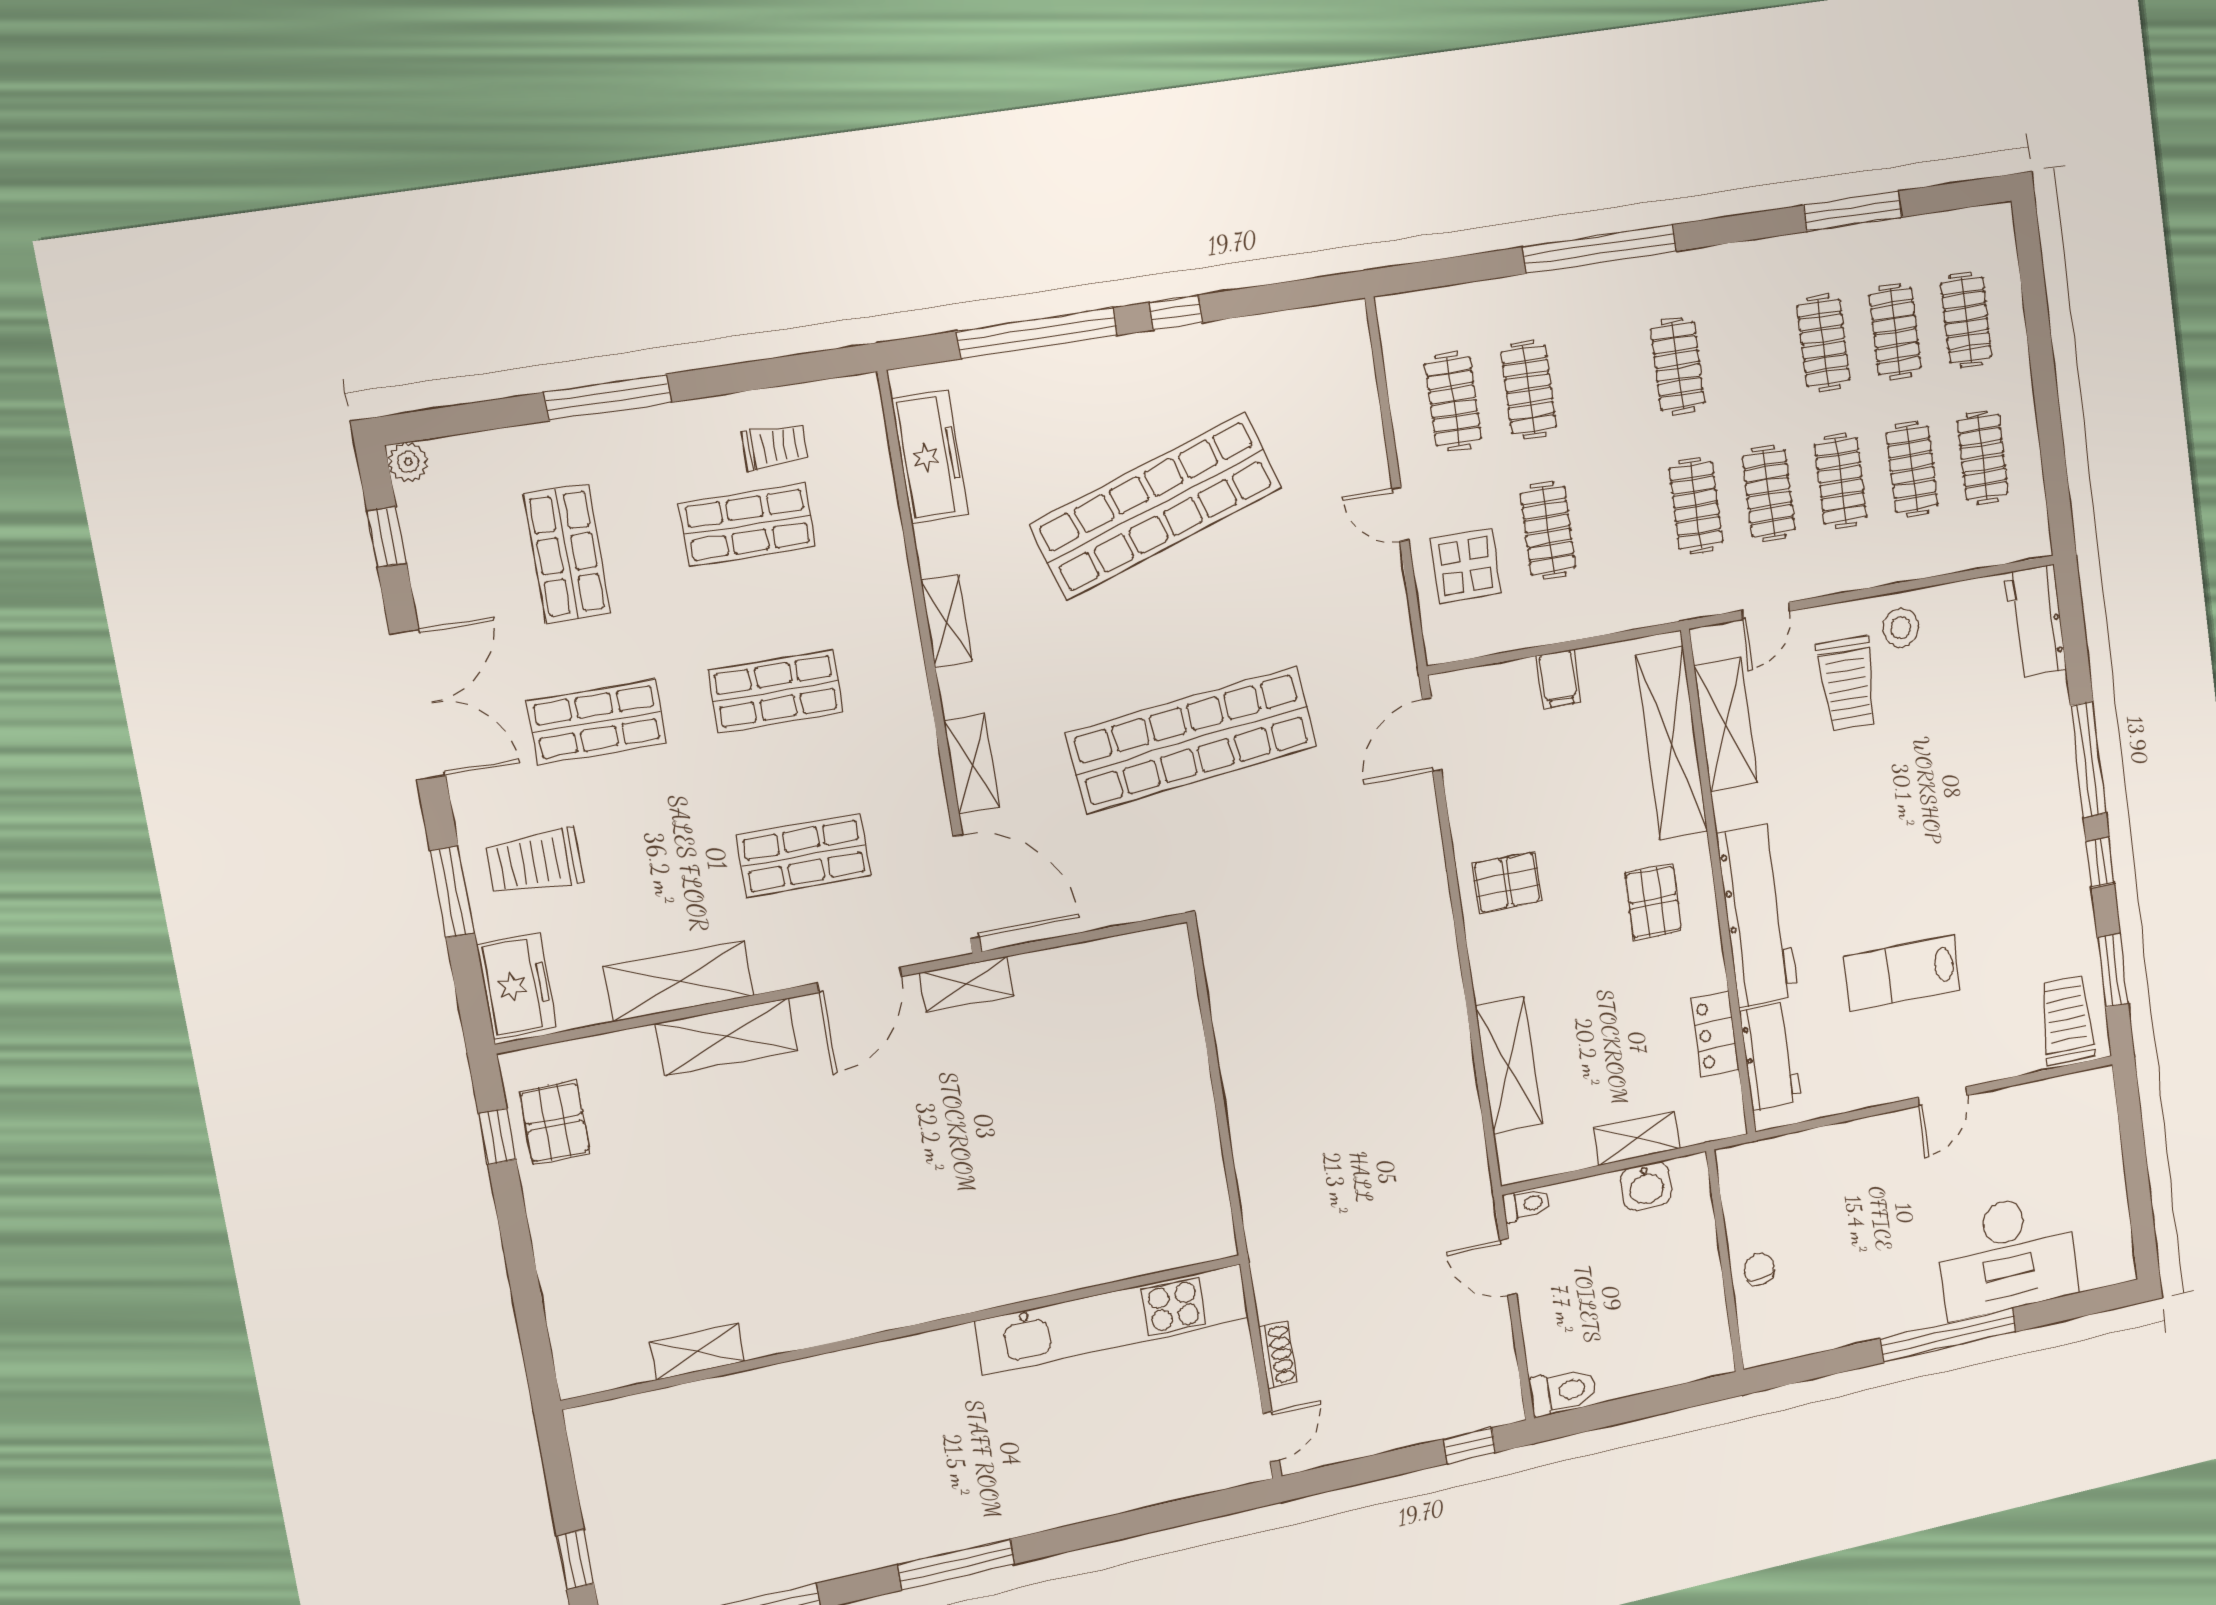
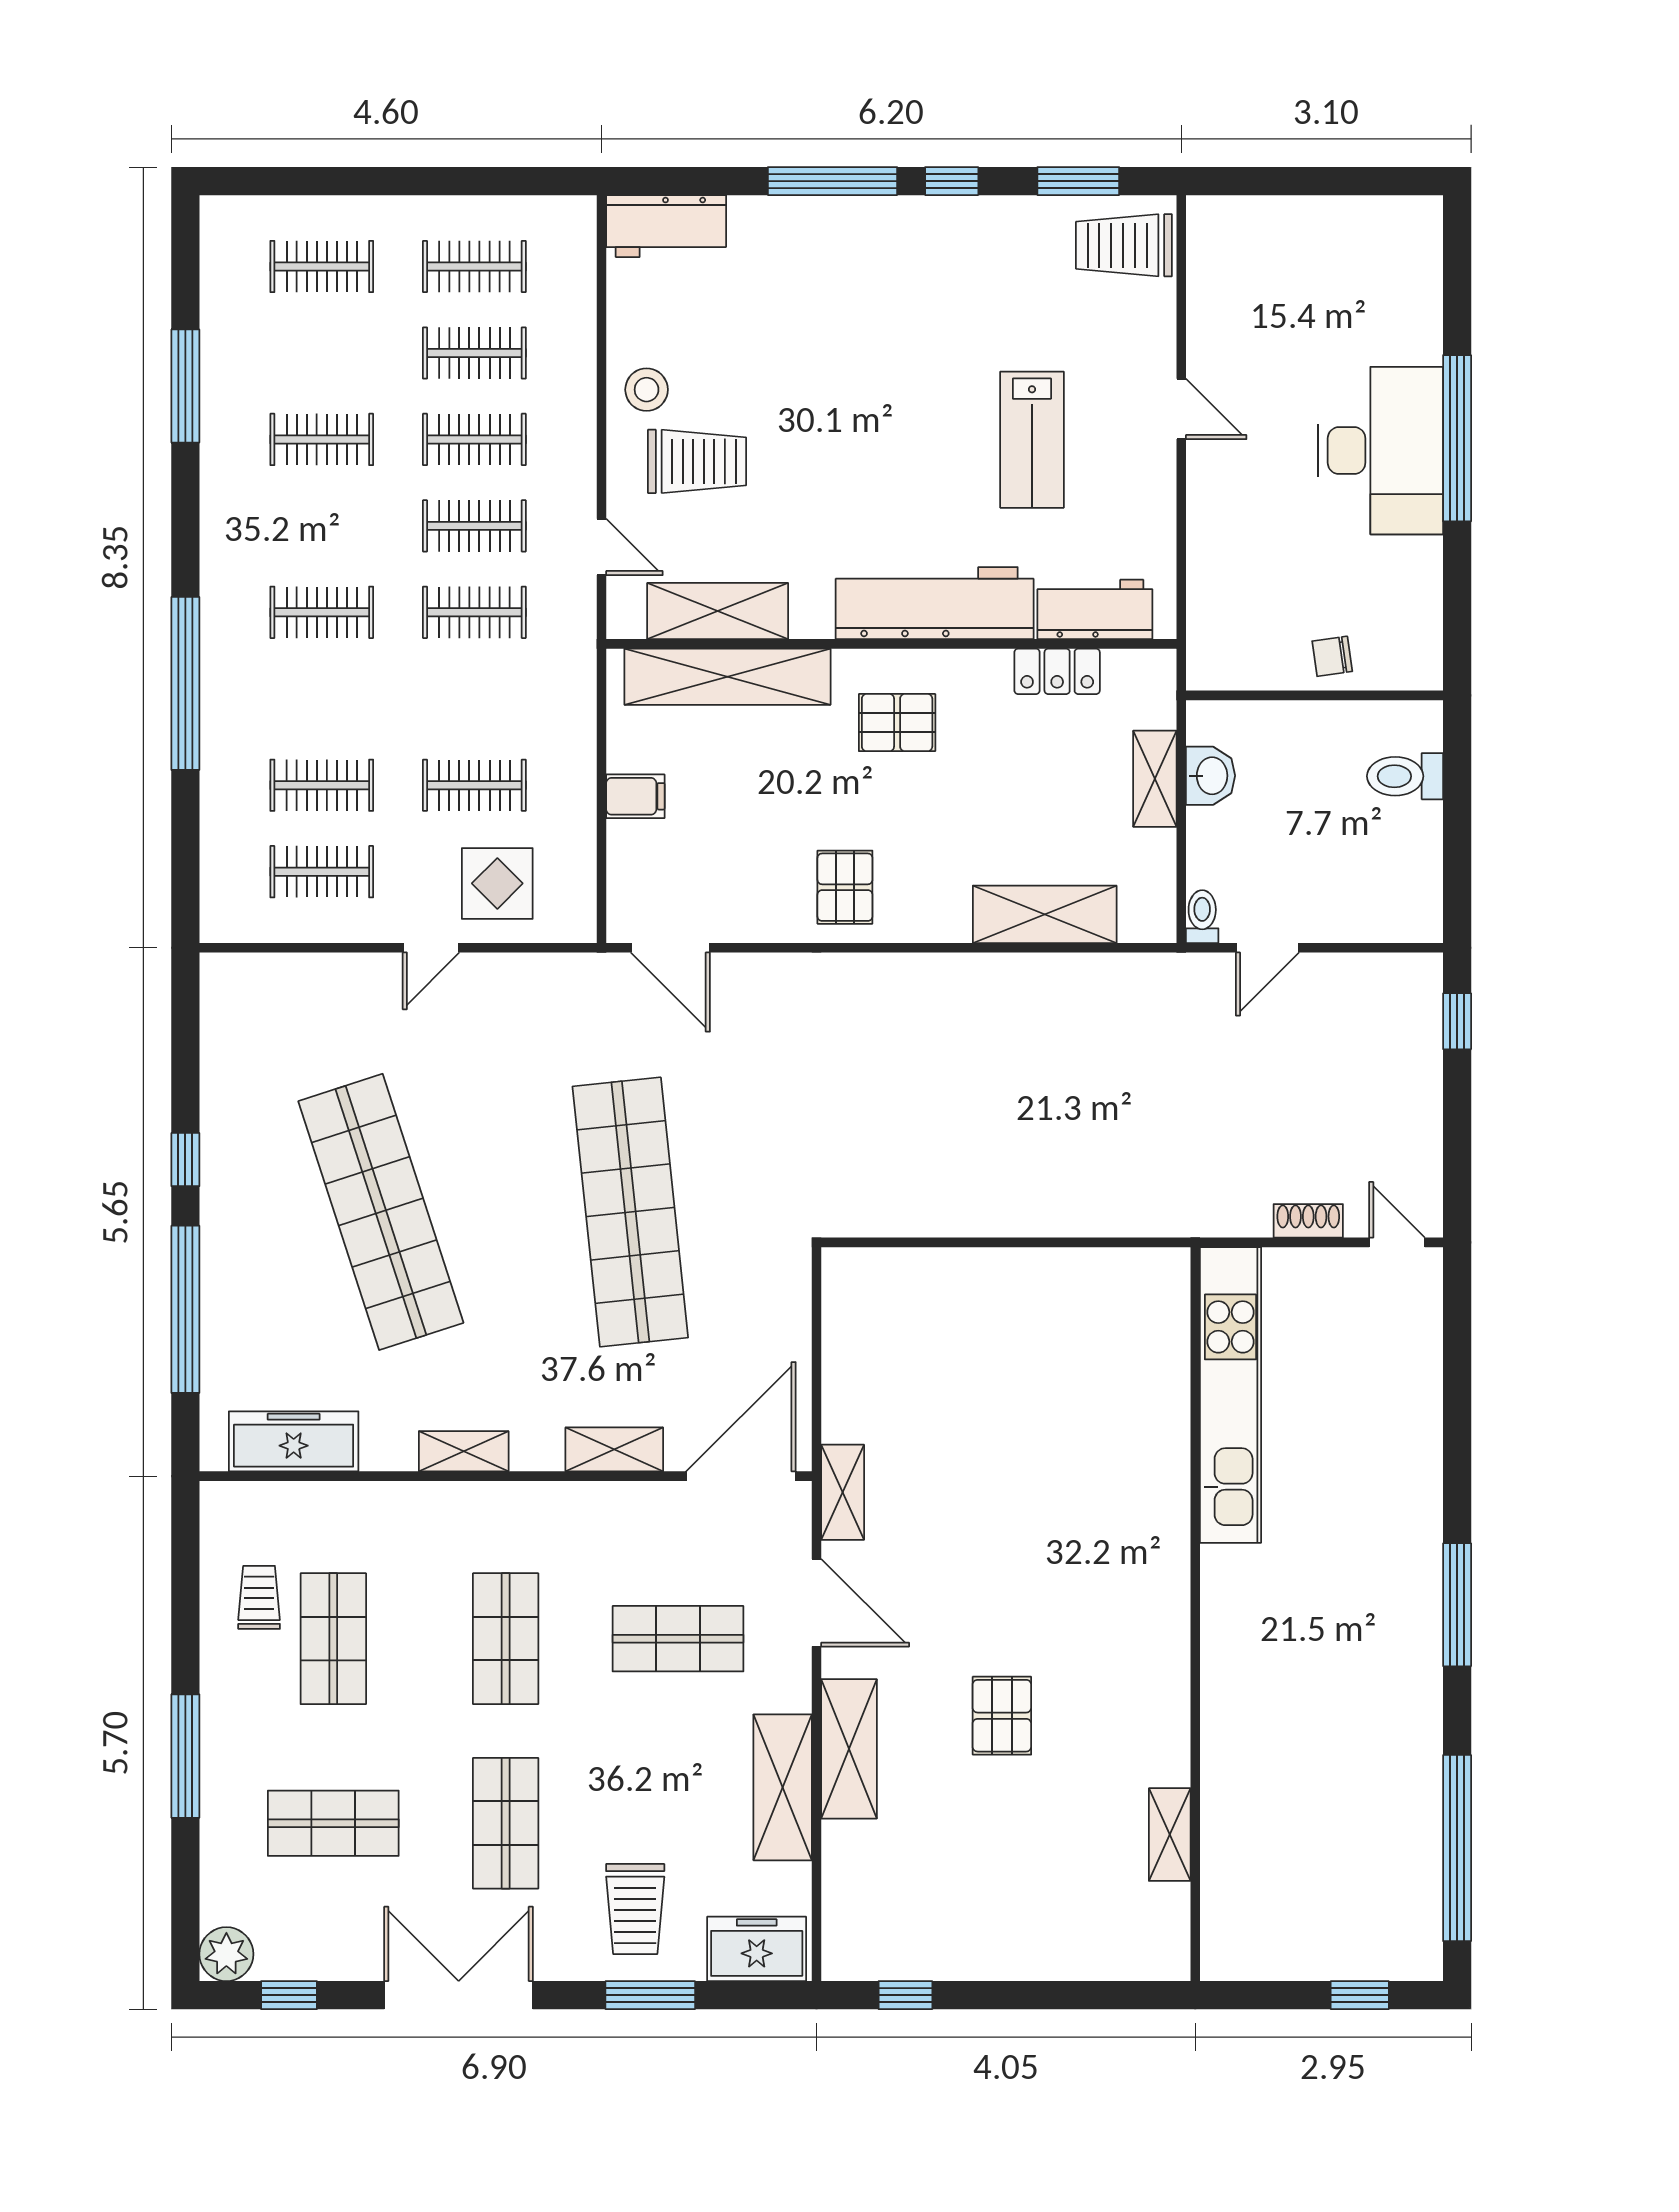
clothes rail: (1895, 331) -> (322, 353), removed
plant: (408, 462) -> (226, 1954), width x1.38, depth x1.38
shop shelf: (804, 856) -> (678, 1639), turned 90
pallet: (555, 1122) -> (1002, 1716), moved, turned 90
desk: (2007, 1255) -> (1380, 451), moved
toilet: (1563, 1391) -> (1405, 776), moved, turned -90

